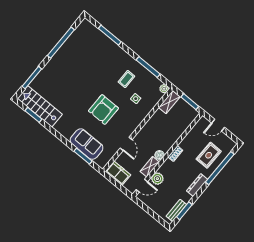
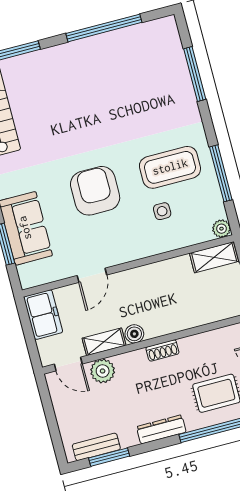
coffee table: (126, 79) -> (170, 167), width x1.86, depth x1.72
armchair: (103, 109) -> (95, 191), turned 90

